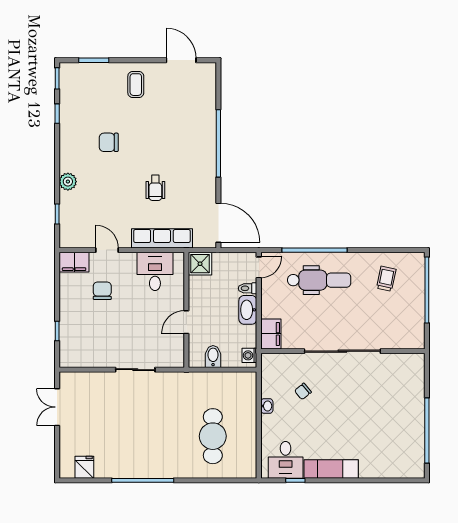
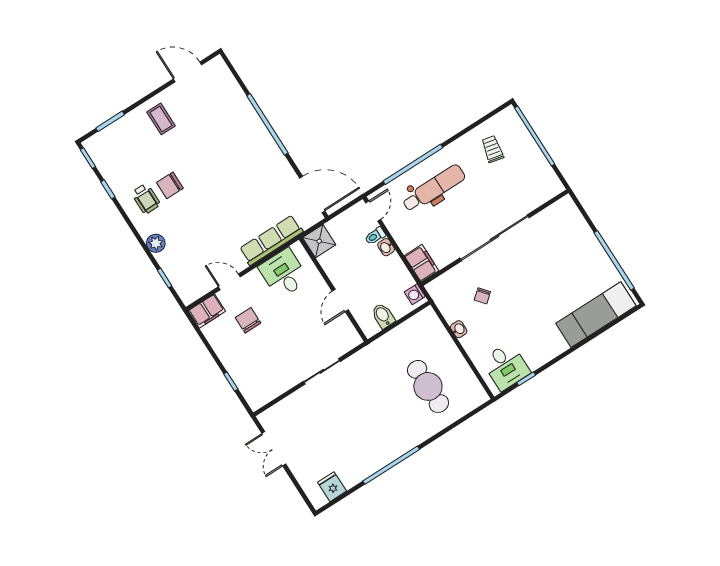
wheelchair: (155, 188) -> (146, 199), moved
washbasin: (248, 310) -> (386, 247), width x0.52, depth x0.69
exam couch: (331, 469) -> (596, 315), moved, width x1.36, depth x1.45

